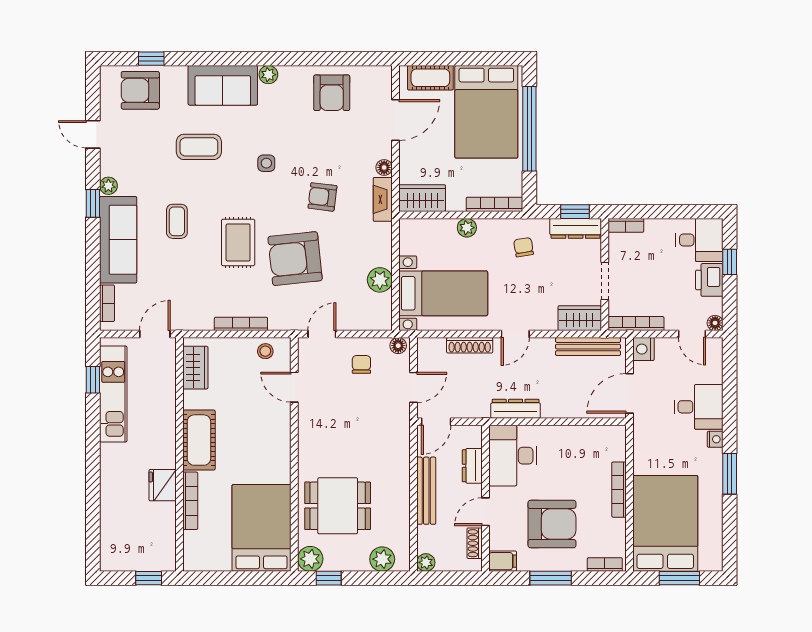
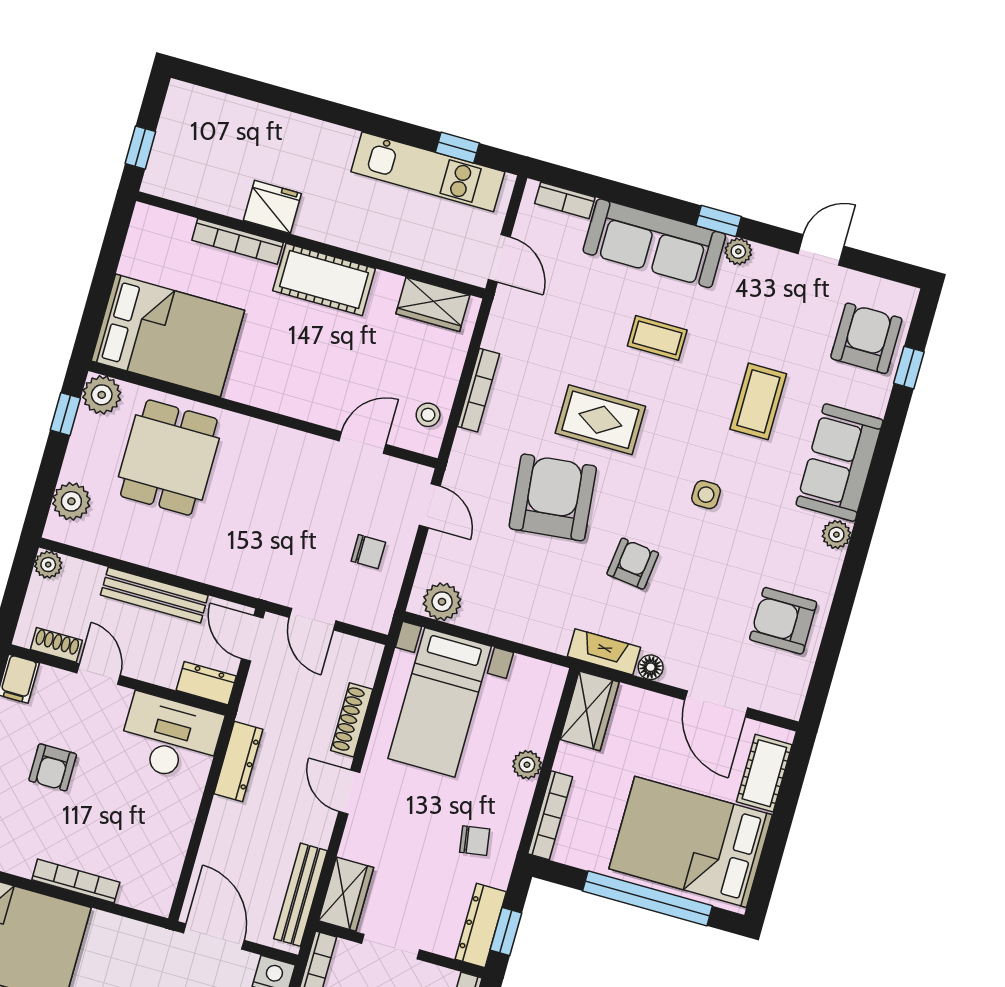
plant: (380, 280) -> (442, 602), moved
floor lamp: (398, 346) -> (381, 614), removed
dresser: (472, 466) -> (206, 683), moved
armchair: (552, 524) -> (53, 767), width x0.53, depth x0.53

